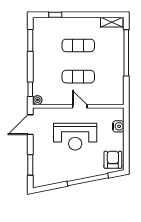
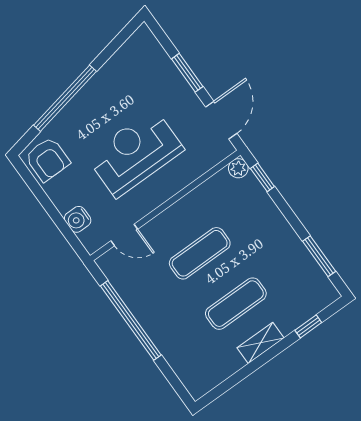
shelving: (112, 22) -> (261, 343), moved
window: (126, 53) -> (131, 320), moved
door: (80, 106) -> (124, 235), moved
window: (30, 165) -> (187, 73), moved

